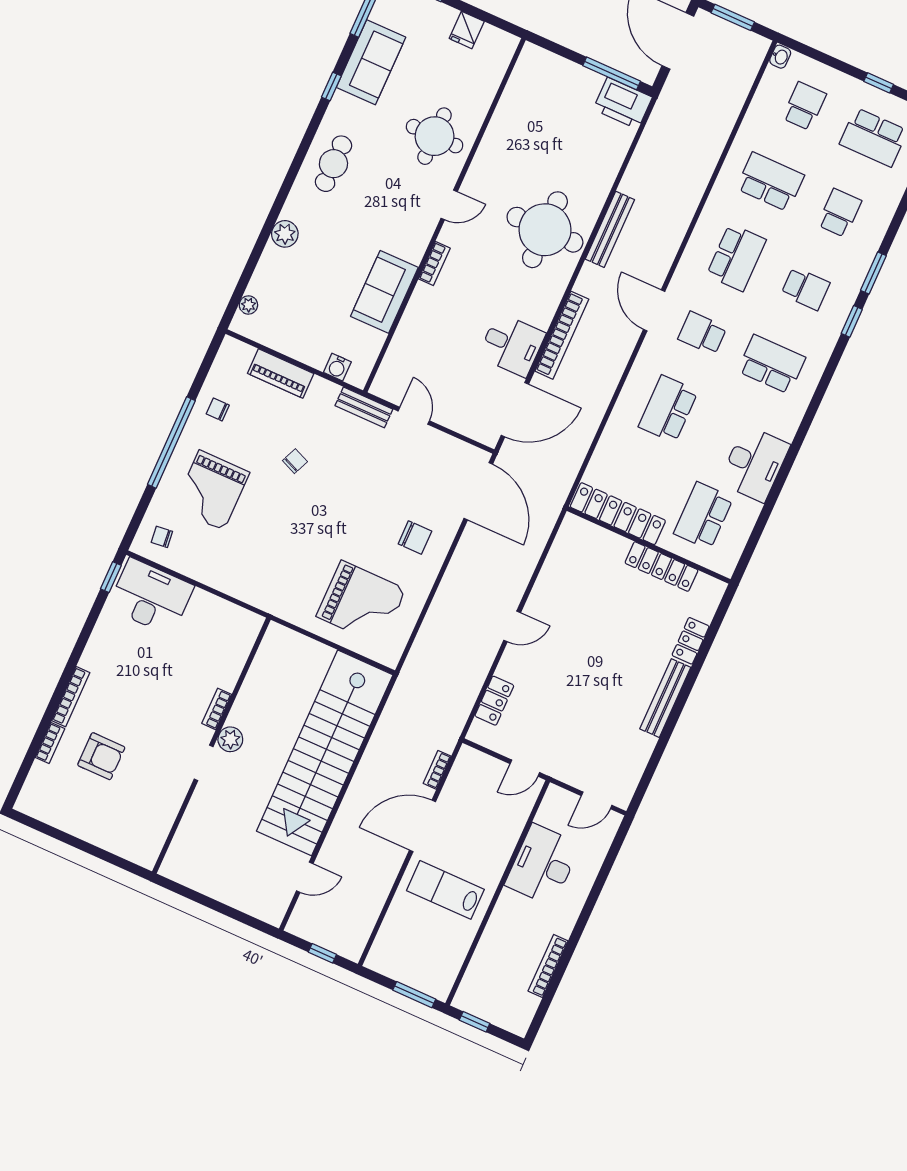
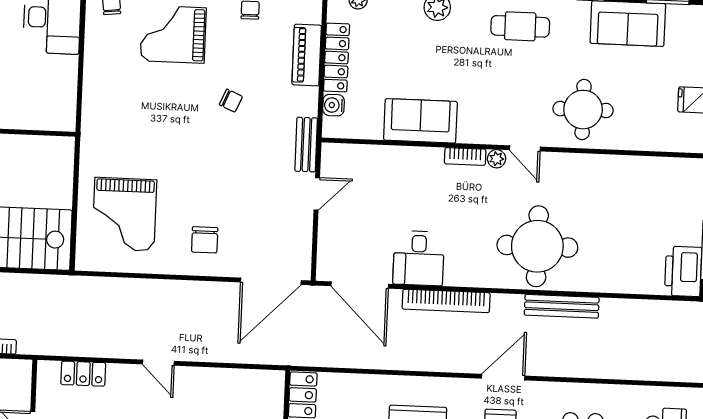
plant: (448, 235) -> (497, 159), added
locker: (294, 347) -> (337, 57), added

